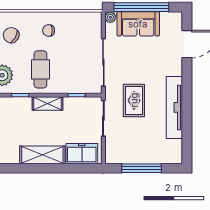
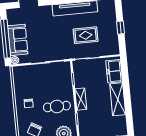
rug: (134, 100) -> (86, 35), moved
window: (142, 168) -> (121, 28), width x0.46

